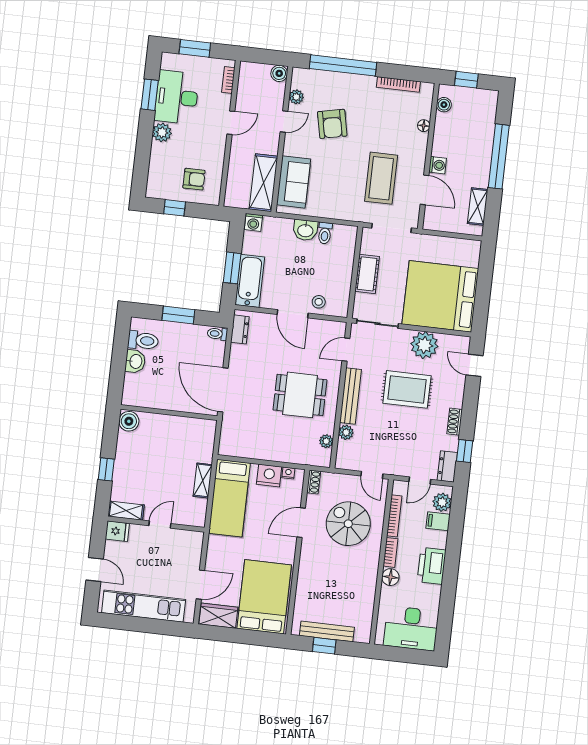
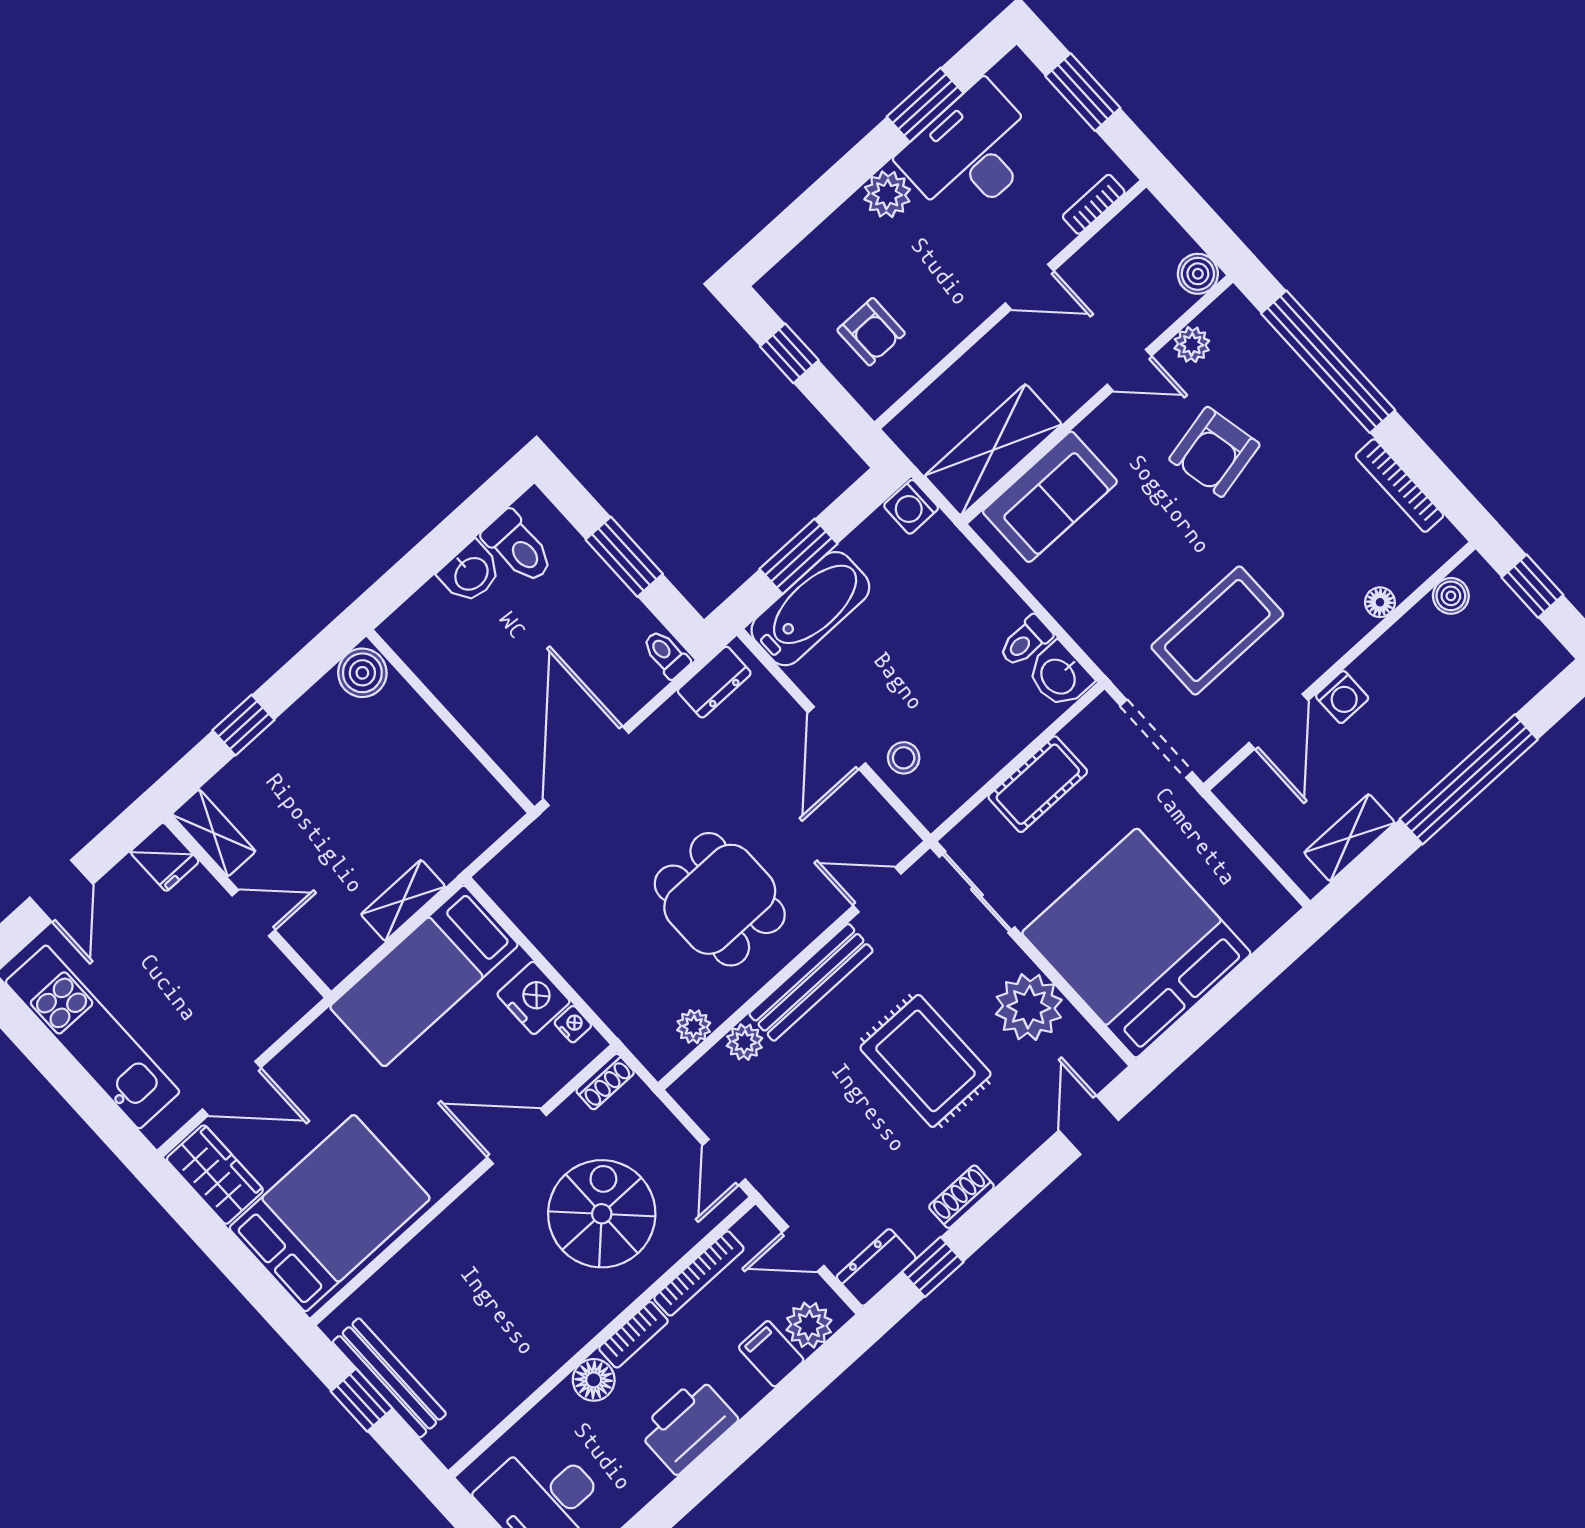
washbasin: (305, 230) -> (1059, 676), moved

